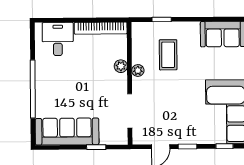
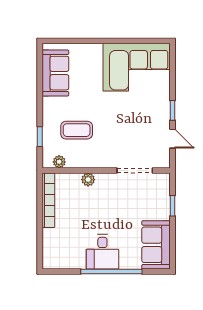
desk: (58, 39) -> (102, 252), moved, turned -90
plant: (138, 70) -> (59, 162), moved
sofa: (67, 132) -> (156, 245), width x0.73
window: (225, 146) -> (172, 72), removed

